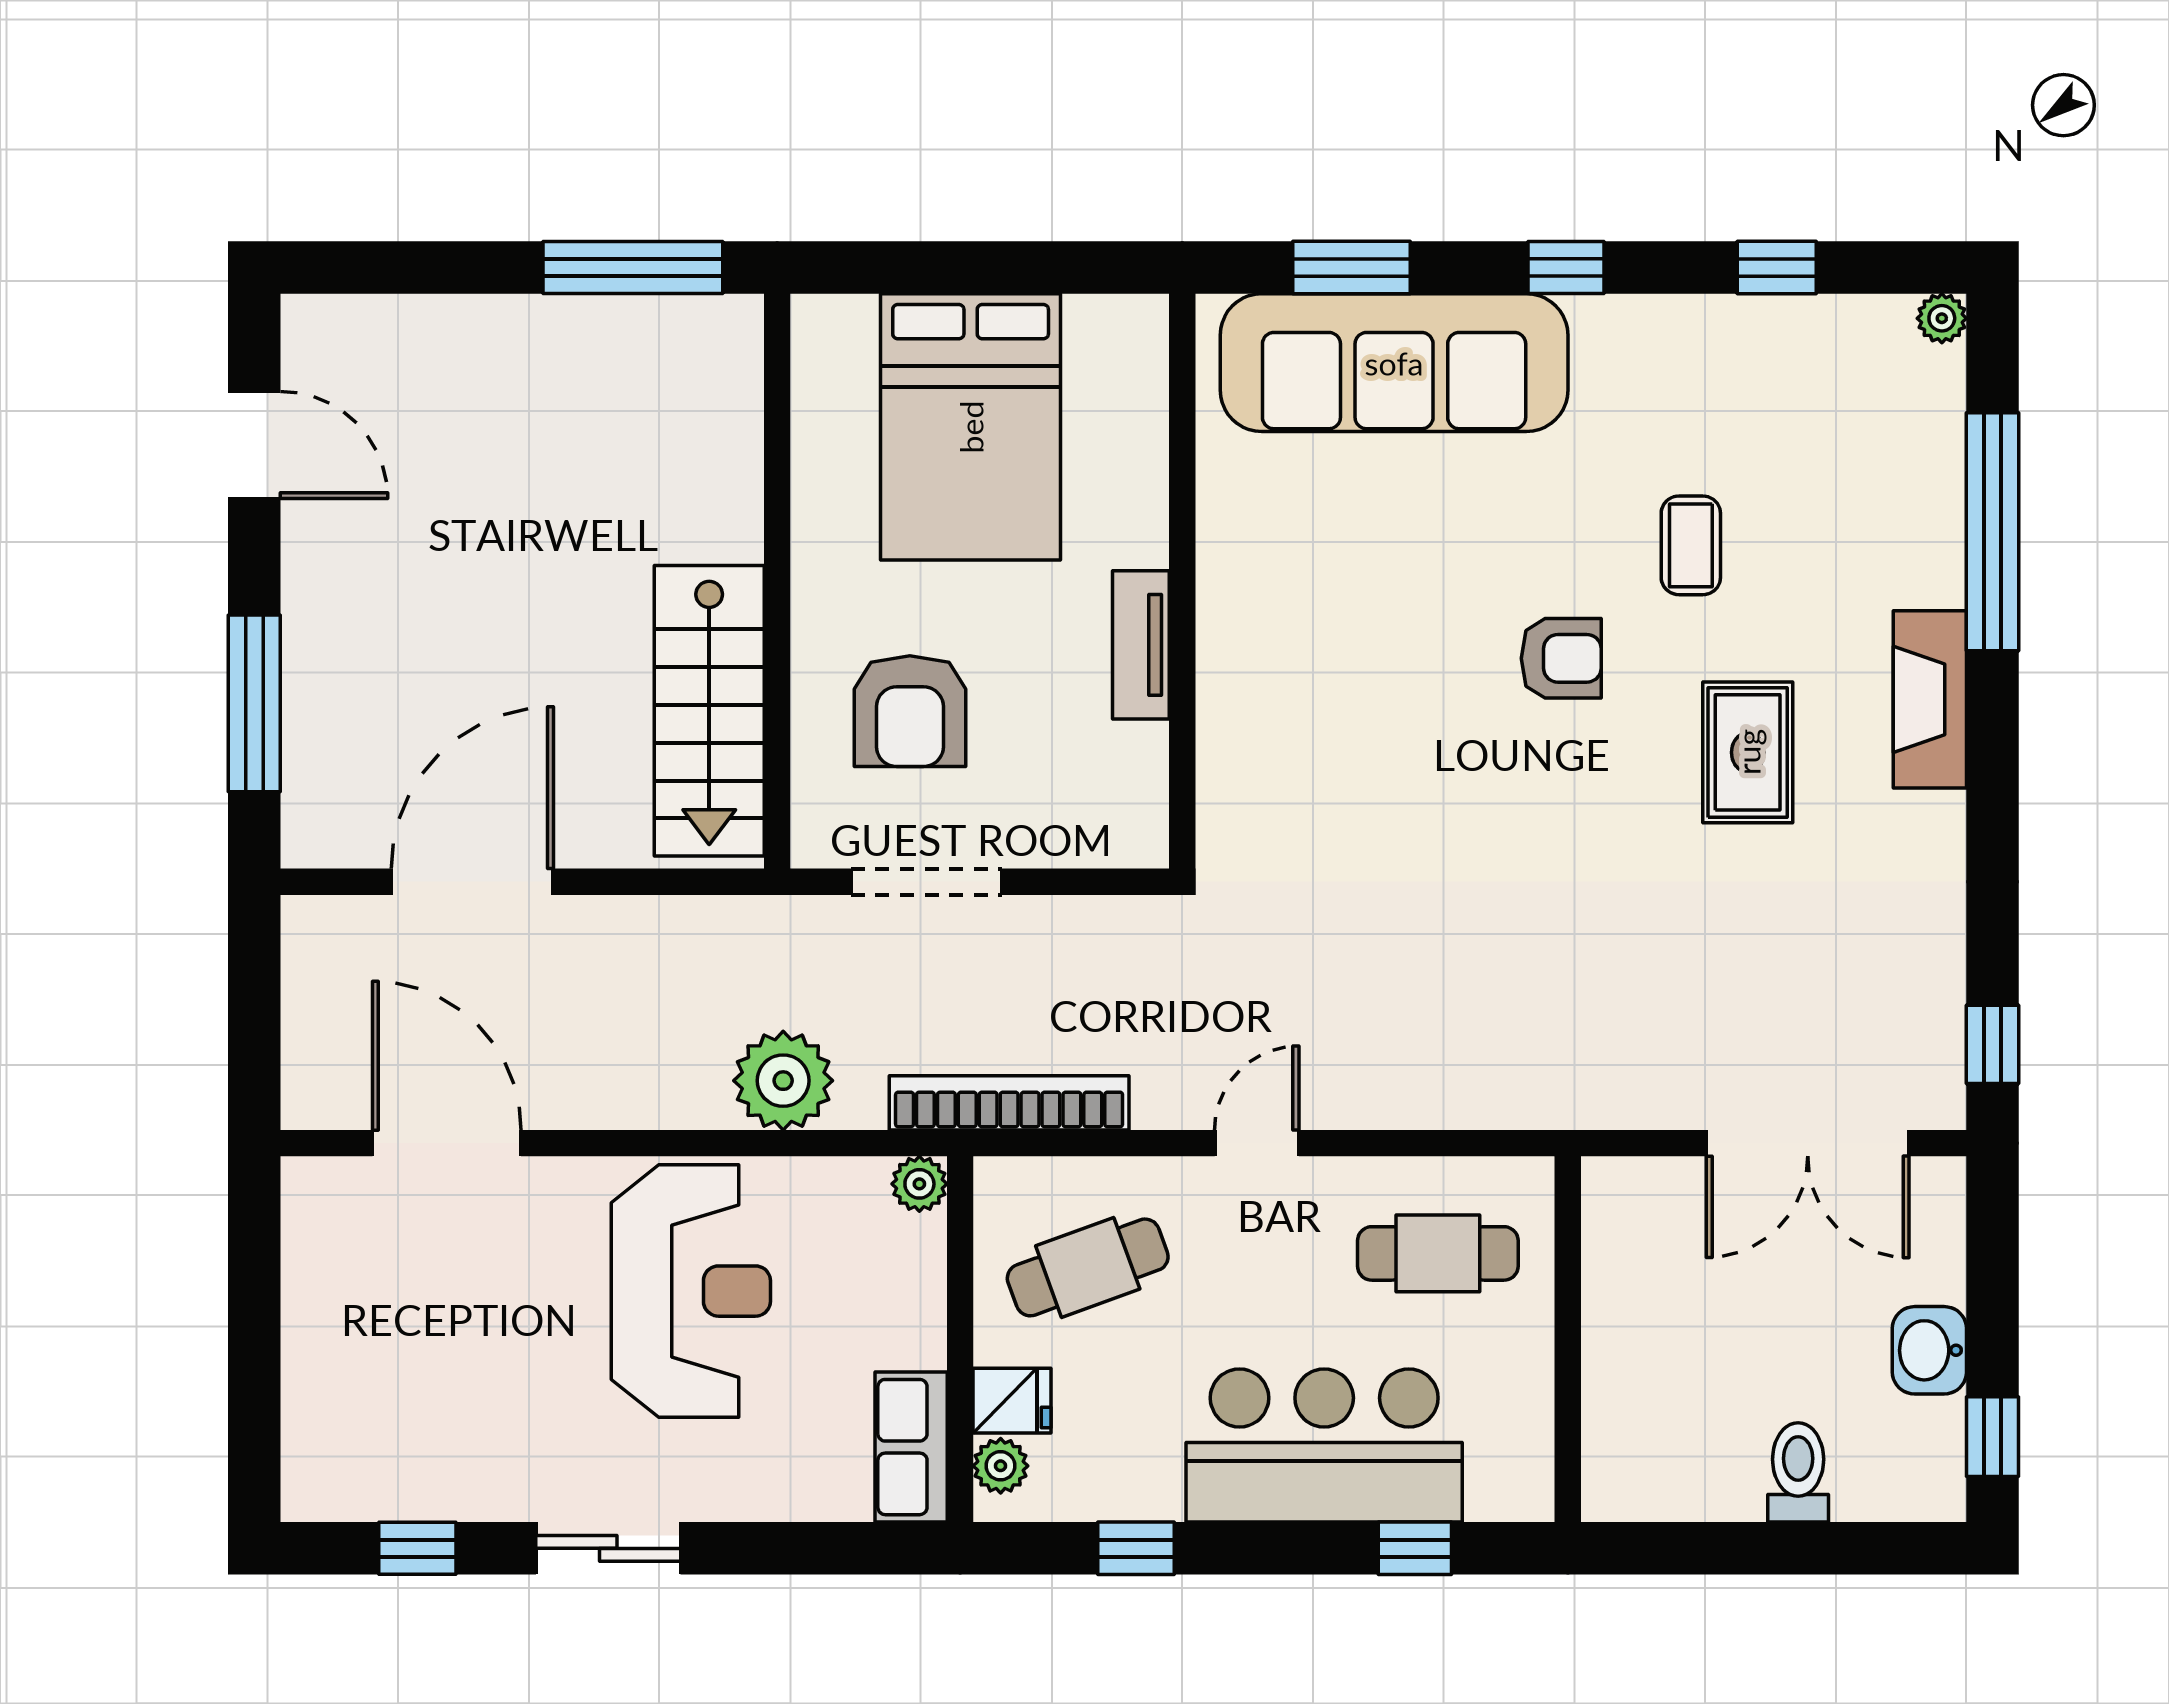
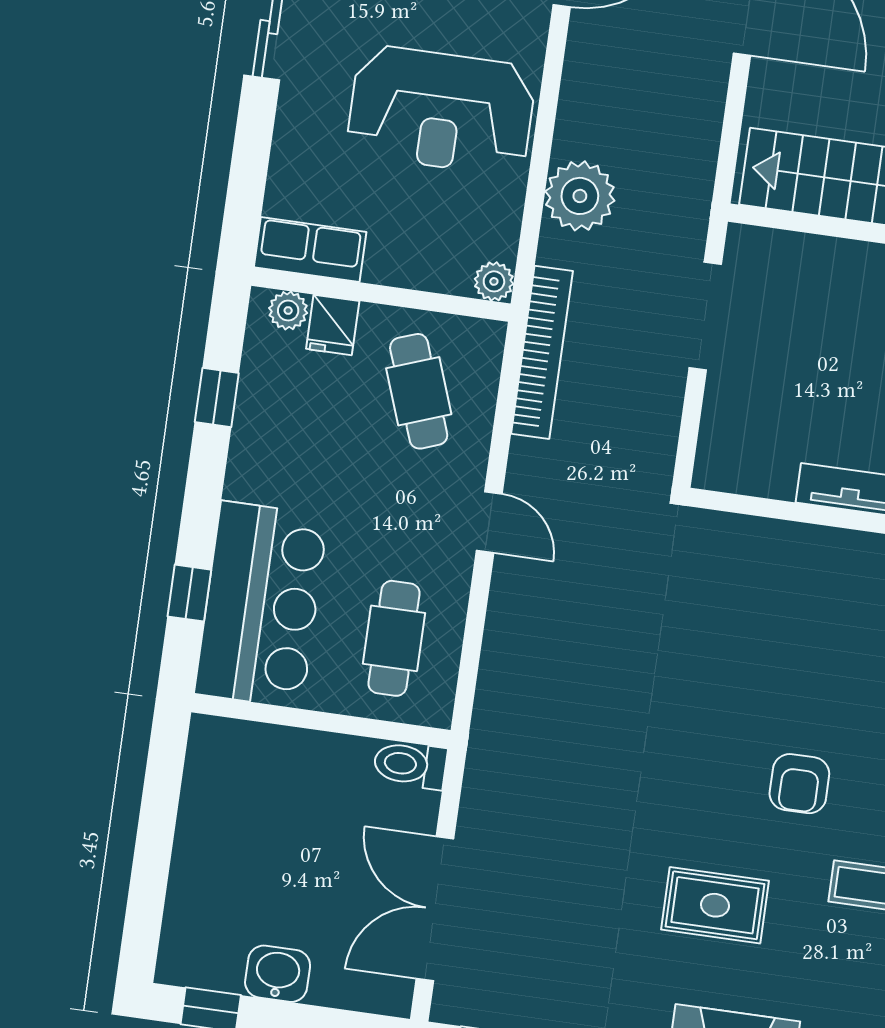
armchair: (910, 711) -> (827, 321), removed
bar counter: (1324, 1446) -> (261, 605), moved
toilet: (1798, 1472) -> (410, 765), moved, turned 180

